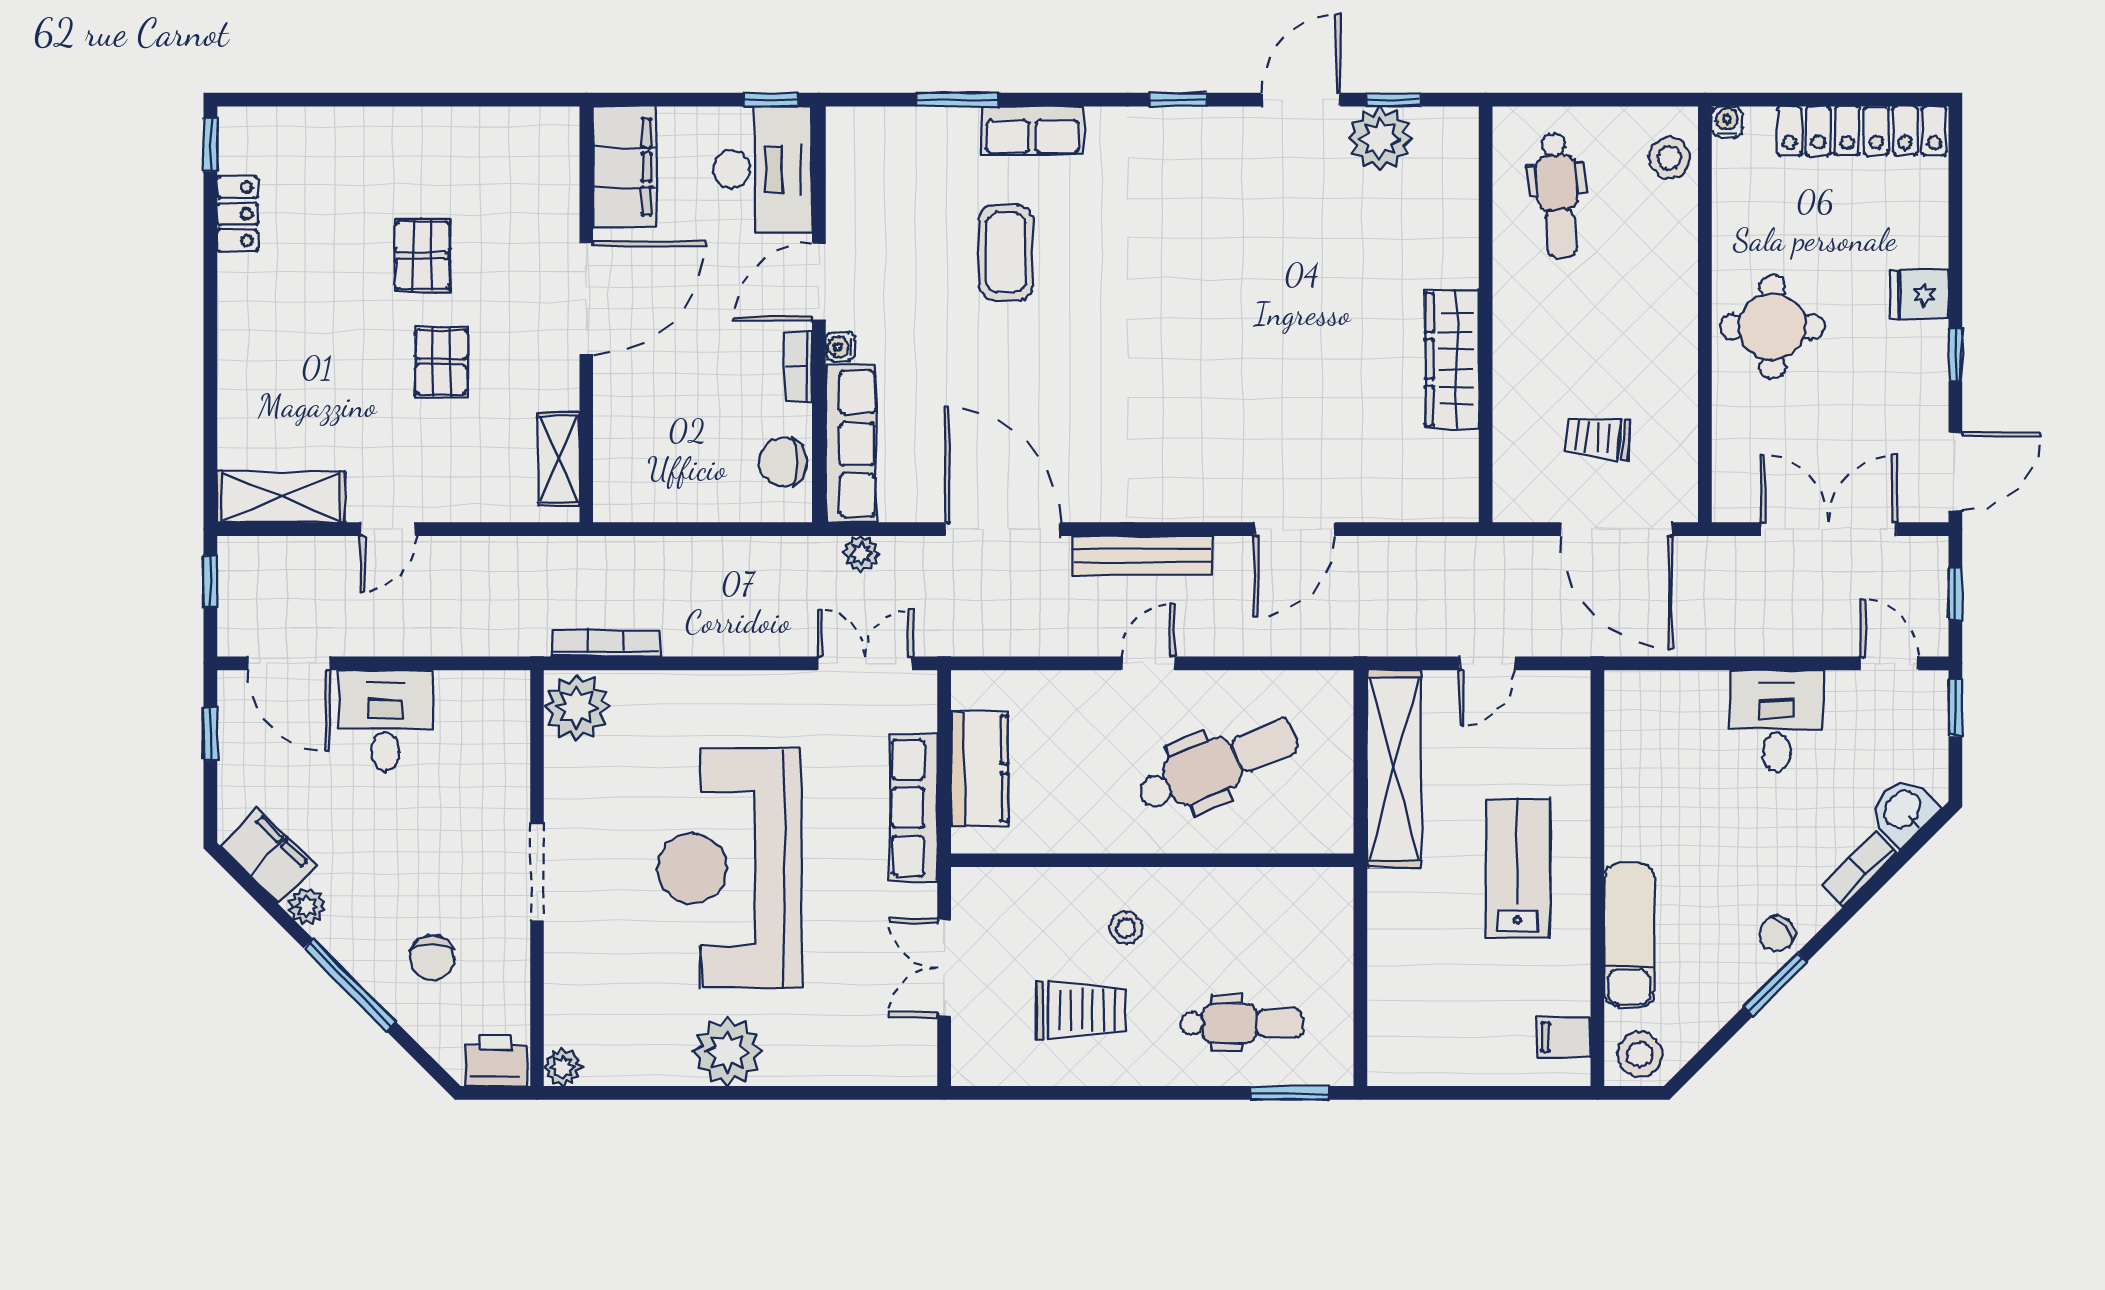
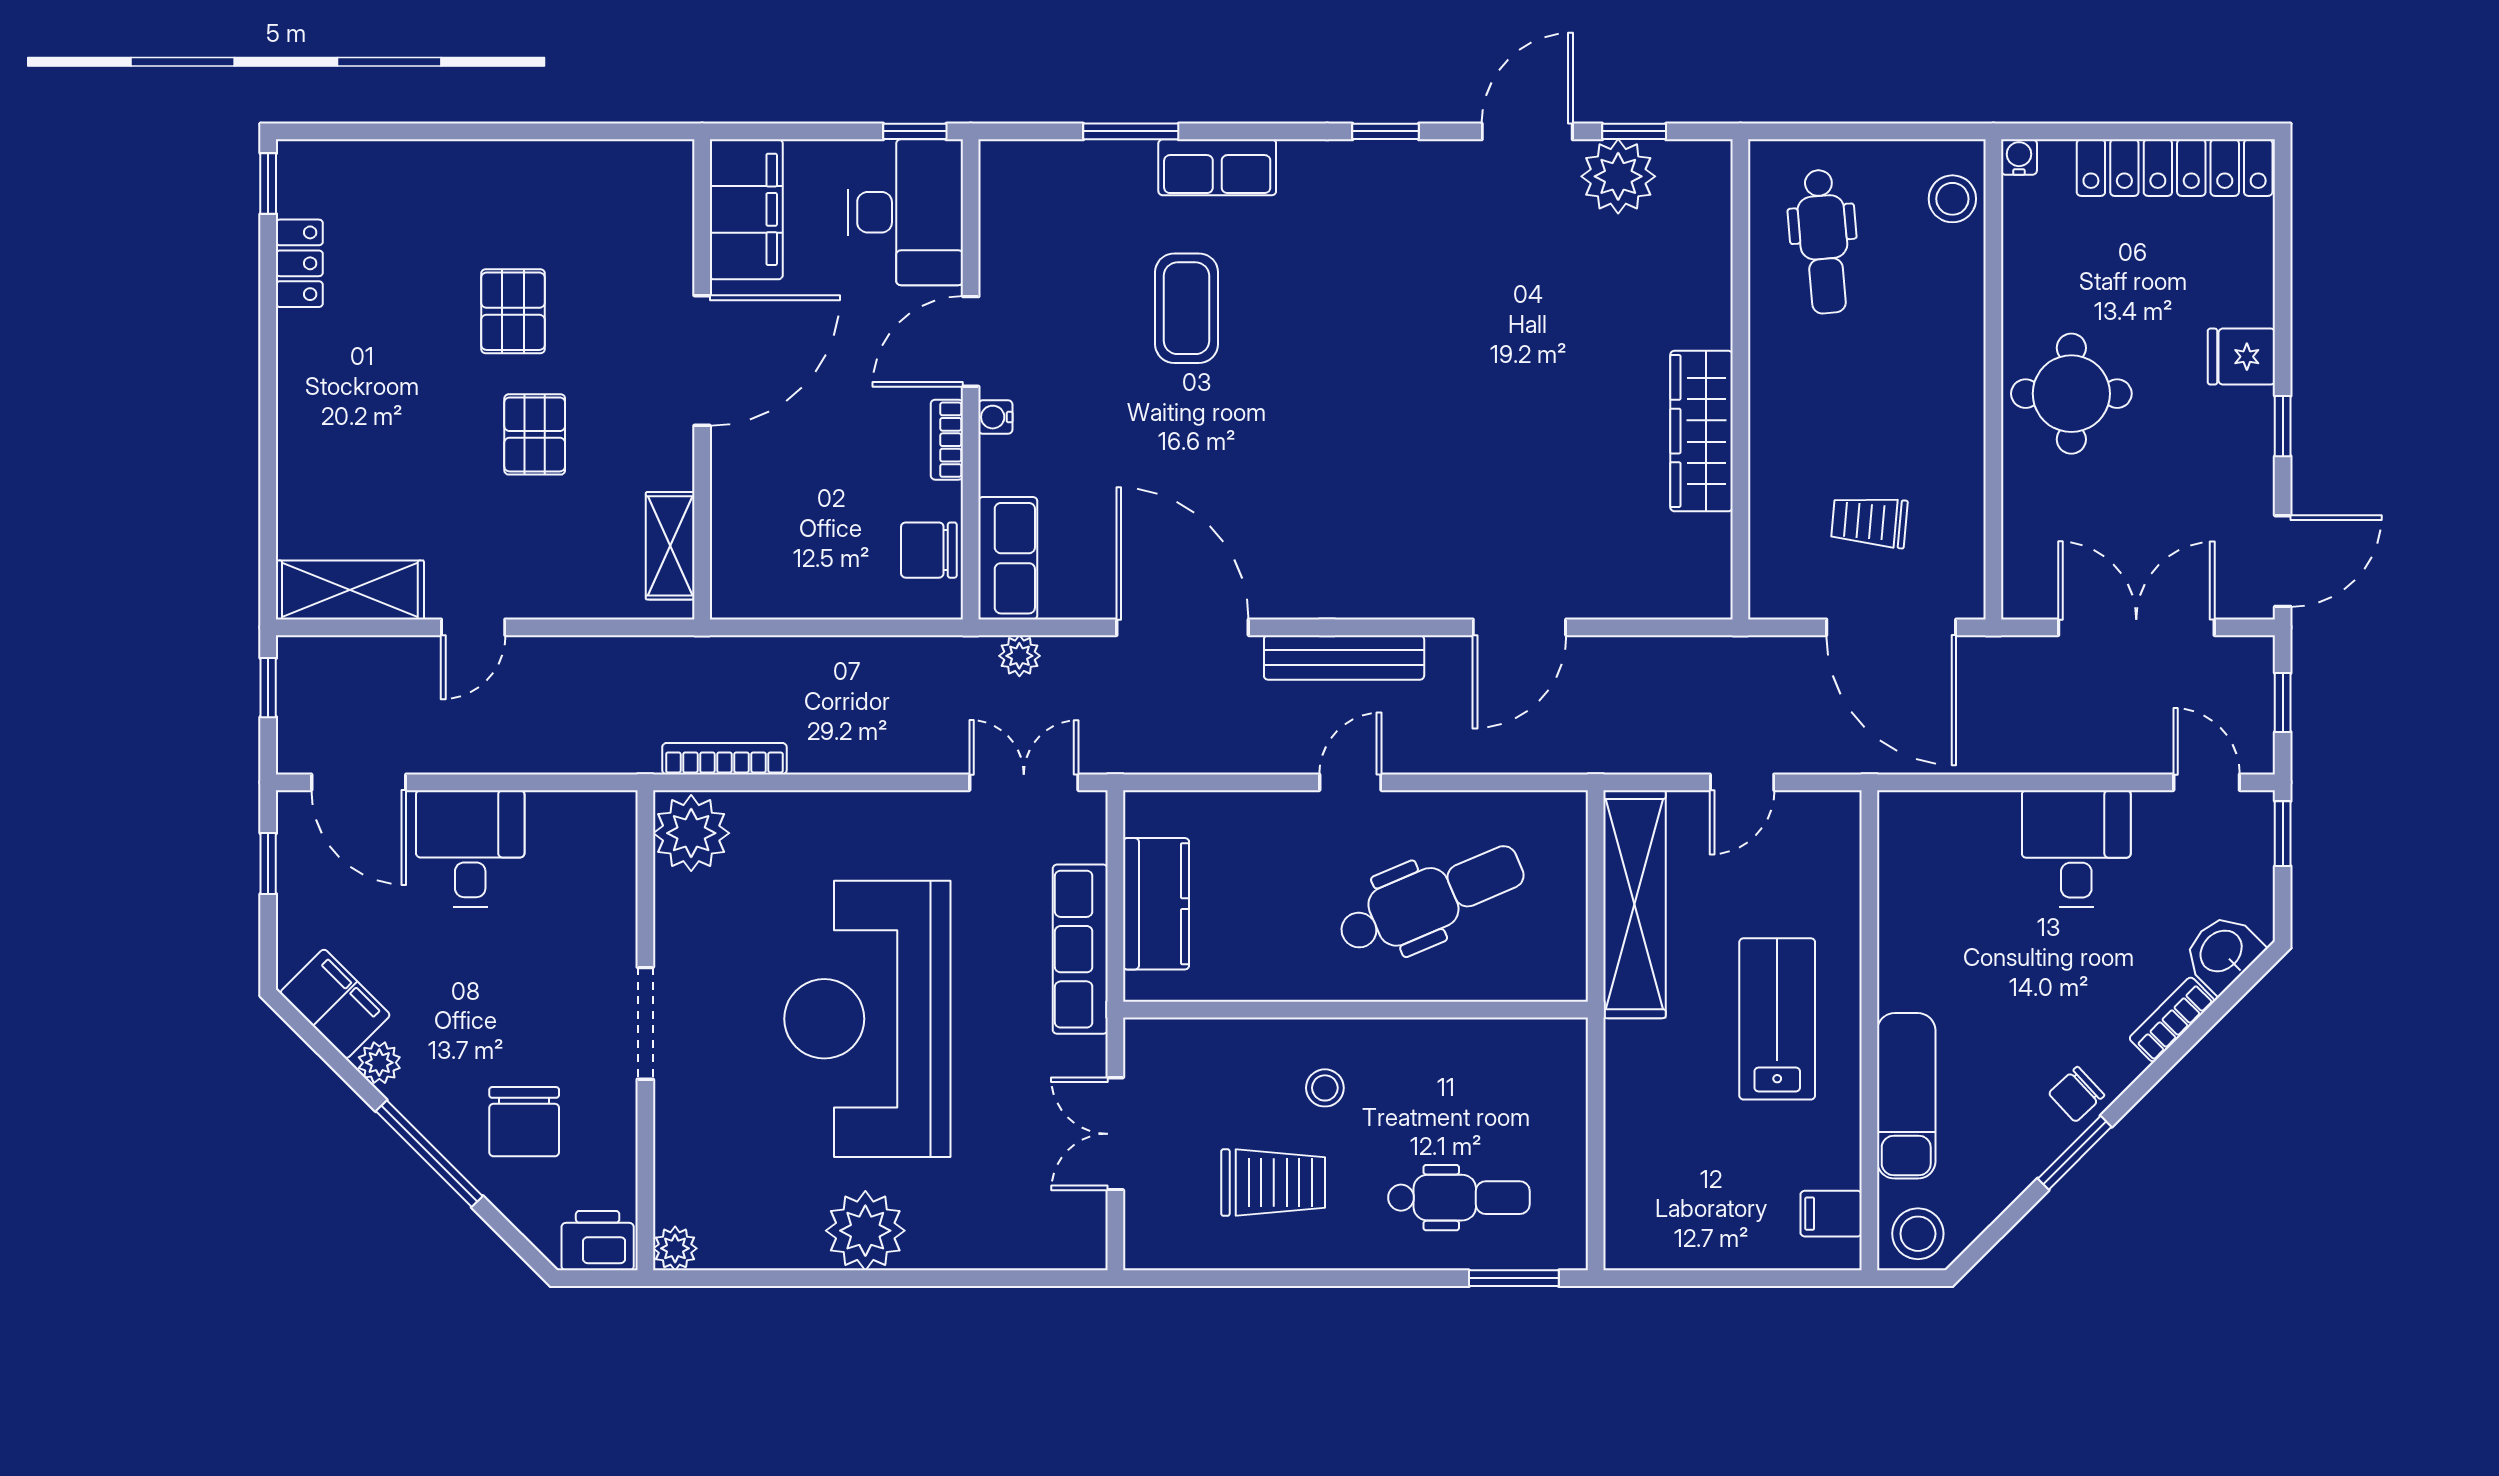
row of seats: (851, 444) -> (1008, 558), width x0.68
chair: (432, 957) -> (524, 1122), width x1.37, depth x1.37

